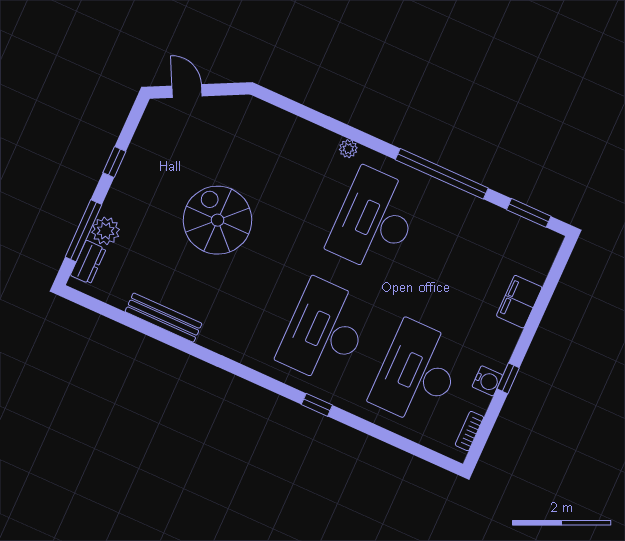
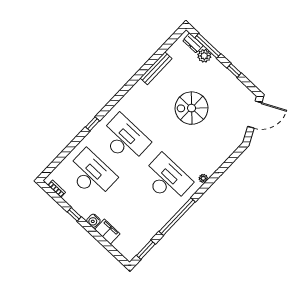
door: (187, 91) -> (255, 115), width x1.88
spiral stairs: (218, 220) -> (192, 108), turned 180
water cooler: (487, 381) -> (93, 221), moved

